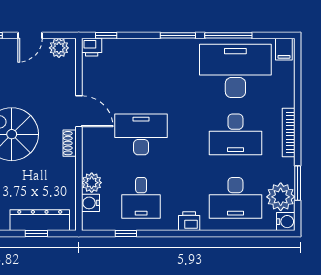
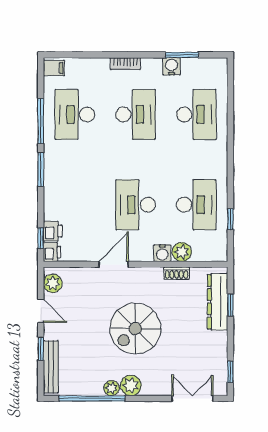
desk: (235, 71) -> (75, 114), width x0.73, depth x0.77
bookcase: (289, 132) -> (125, 64), width x0.64
shoe rack: (70, 143) -> (177, 273), moved
plant: (281, 197) -> (195, 71), removed
desk: (141, 198) -> (196, 205), width x1.37
water cooler: (90, 203) -> (162, 253), moved
printer: (189, 221) -> (53, 231), moved, turned 180
water cooler: (286, 222) -> (172, 66), moved

